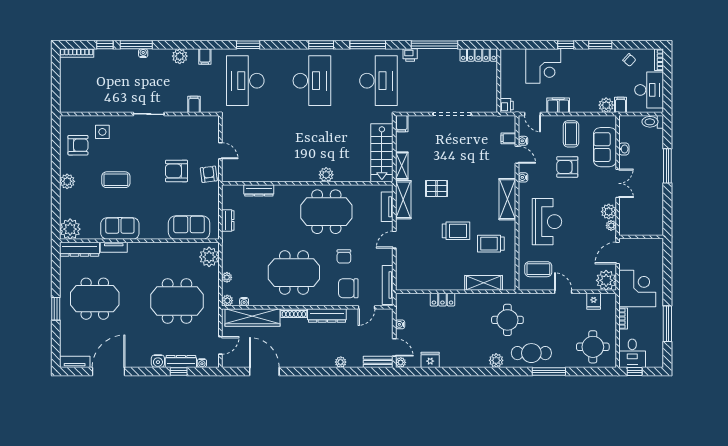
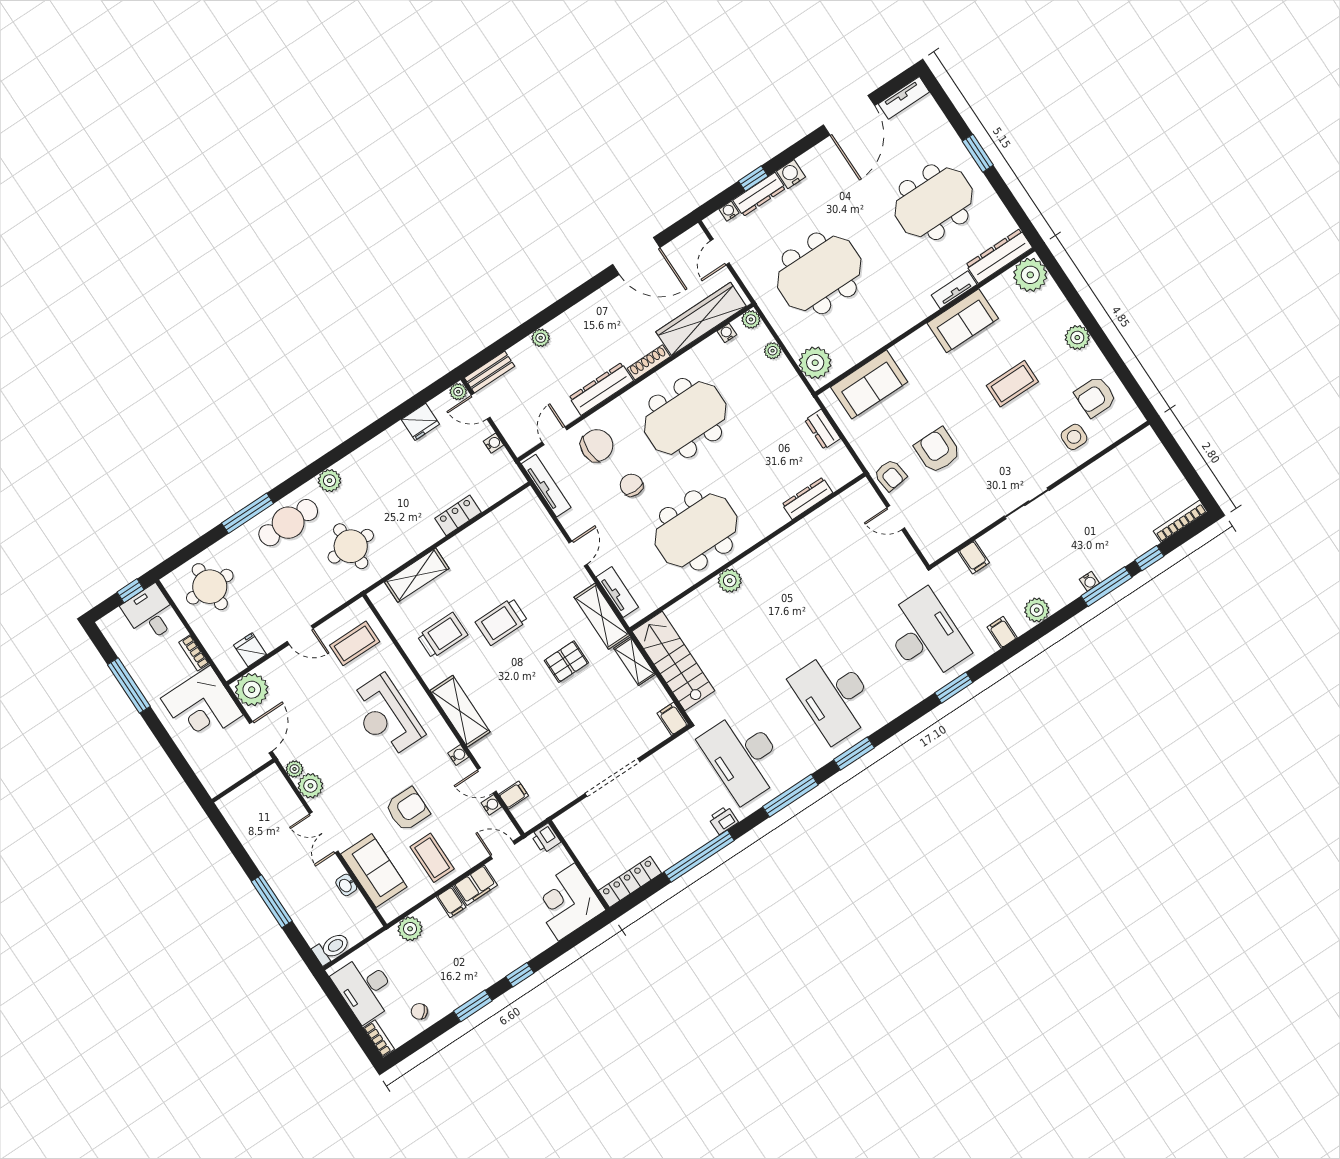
corner desk: (543, 66) -> (567, 902), moved
filing cabinet: (621, 105) -> (451, 902), moved
armchair: (176, 171) -> (937, 450), turned -90

